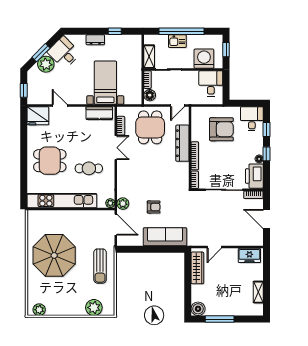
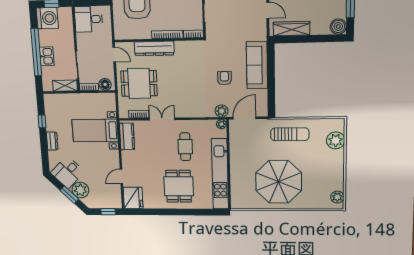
washing machine: (204, 59) -> (47, 18), moved, turned 180

